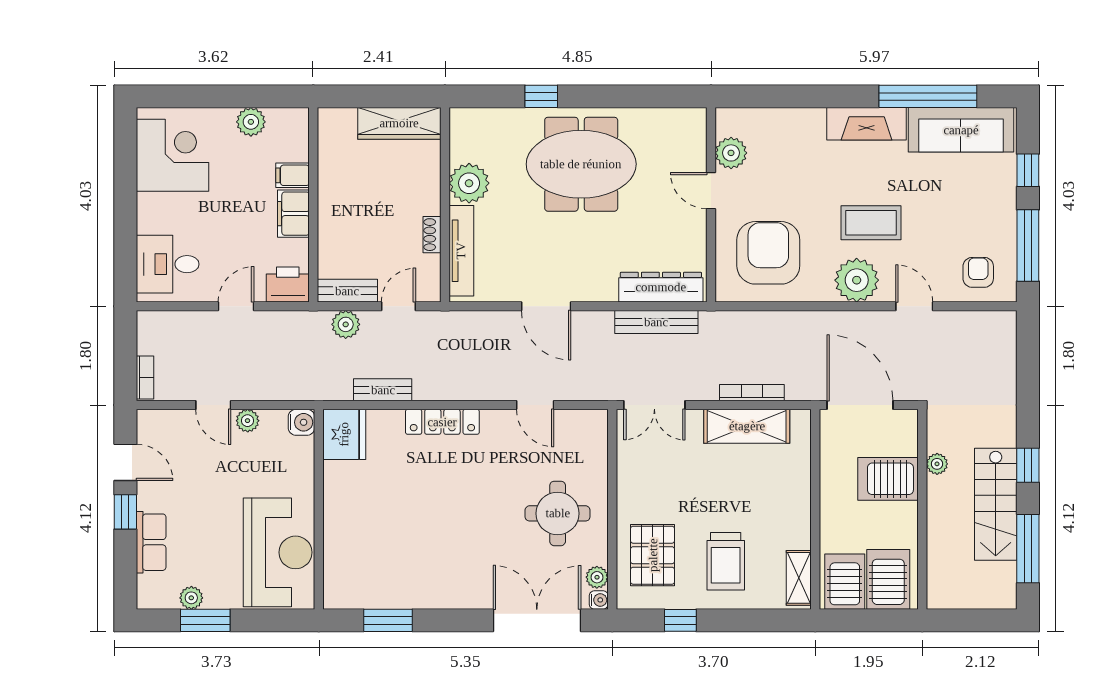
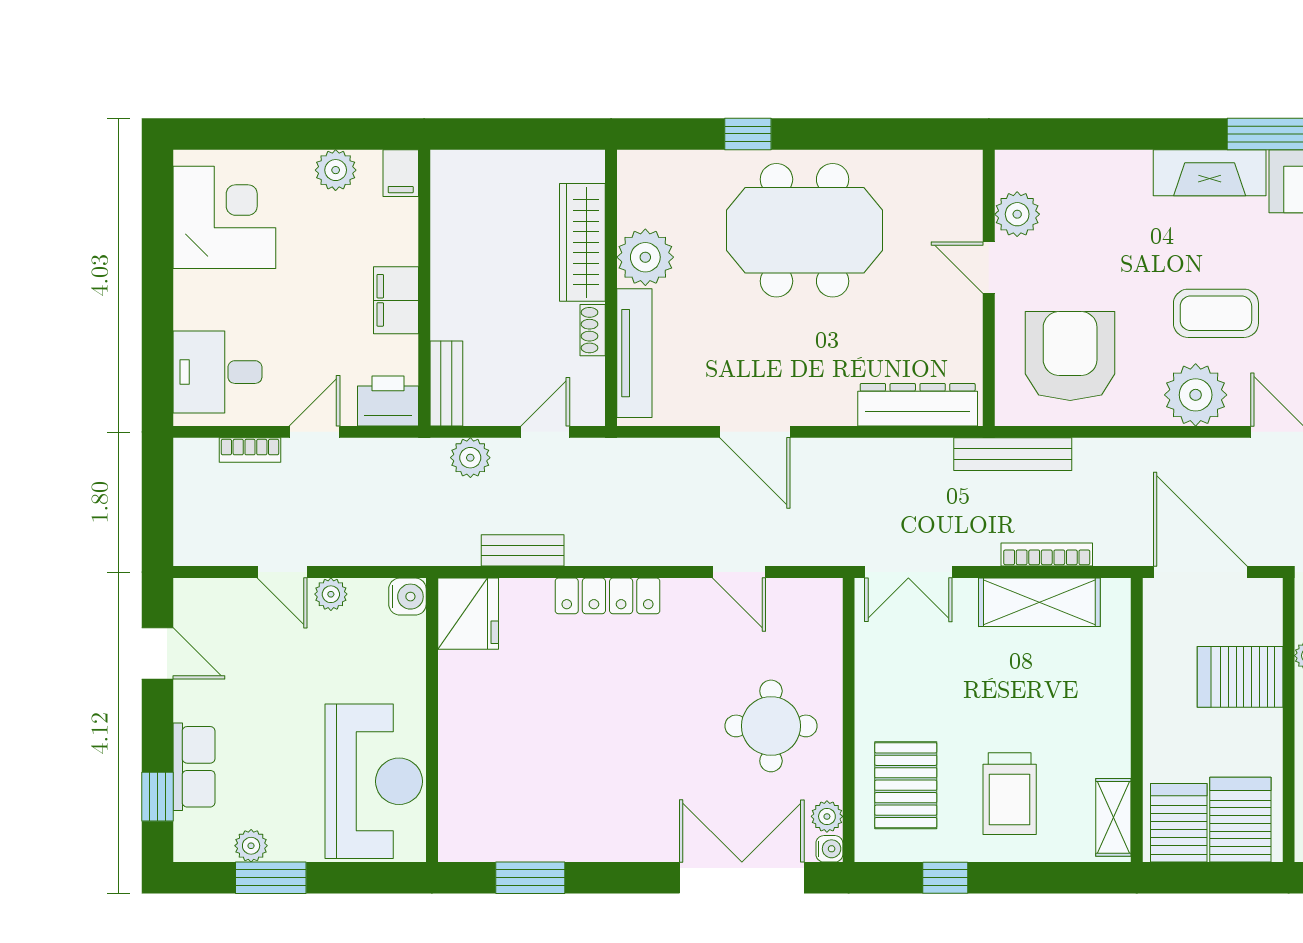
wardrobe: (399, 123) -> (582, 242), moved, turned 90
filing cabinet: (293, 175) -> (401, 173), moved, turned -90
bench: (347, 291) -> (446, 383), moved, turned 90
bench: (656, 322) -> (1013, 454), moved
bookcase: (145, 378) -> (250, 450), moved, turned 90
window: (125, 512) -> (157, 797), moved

